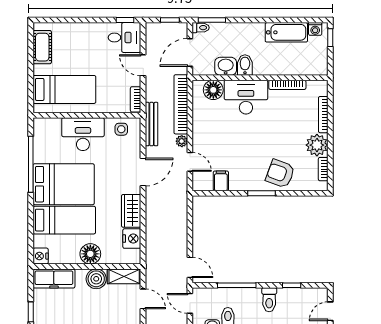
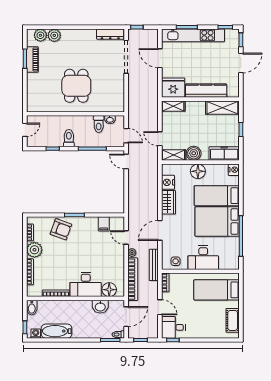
bidet: (245, 65) -> (32, 308), moved

